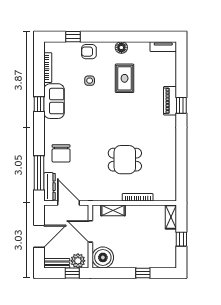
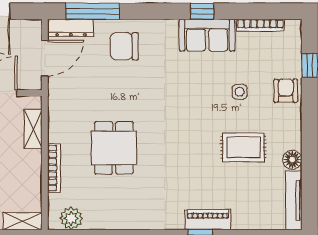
tv unit: (163, 47) -> (294, 200), width x1.41
floor lamp: (121, 48) -> (292, 160), moved
plant: (169, 186) -> (71, 218), added

